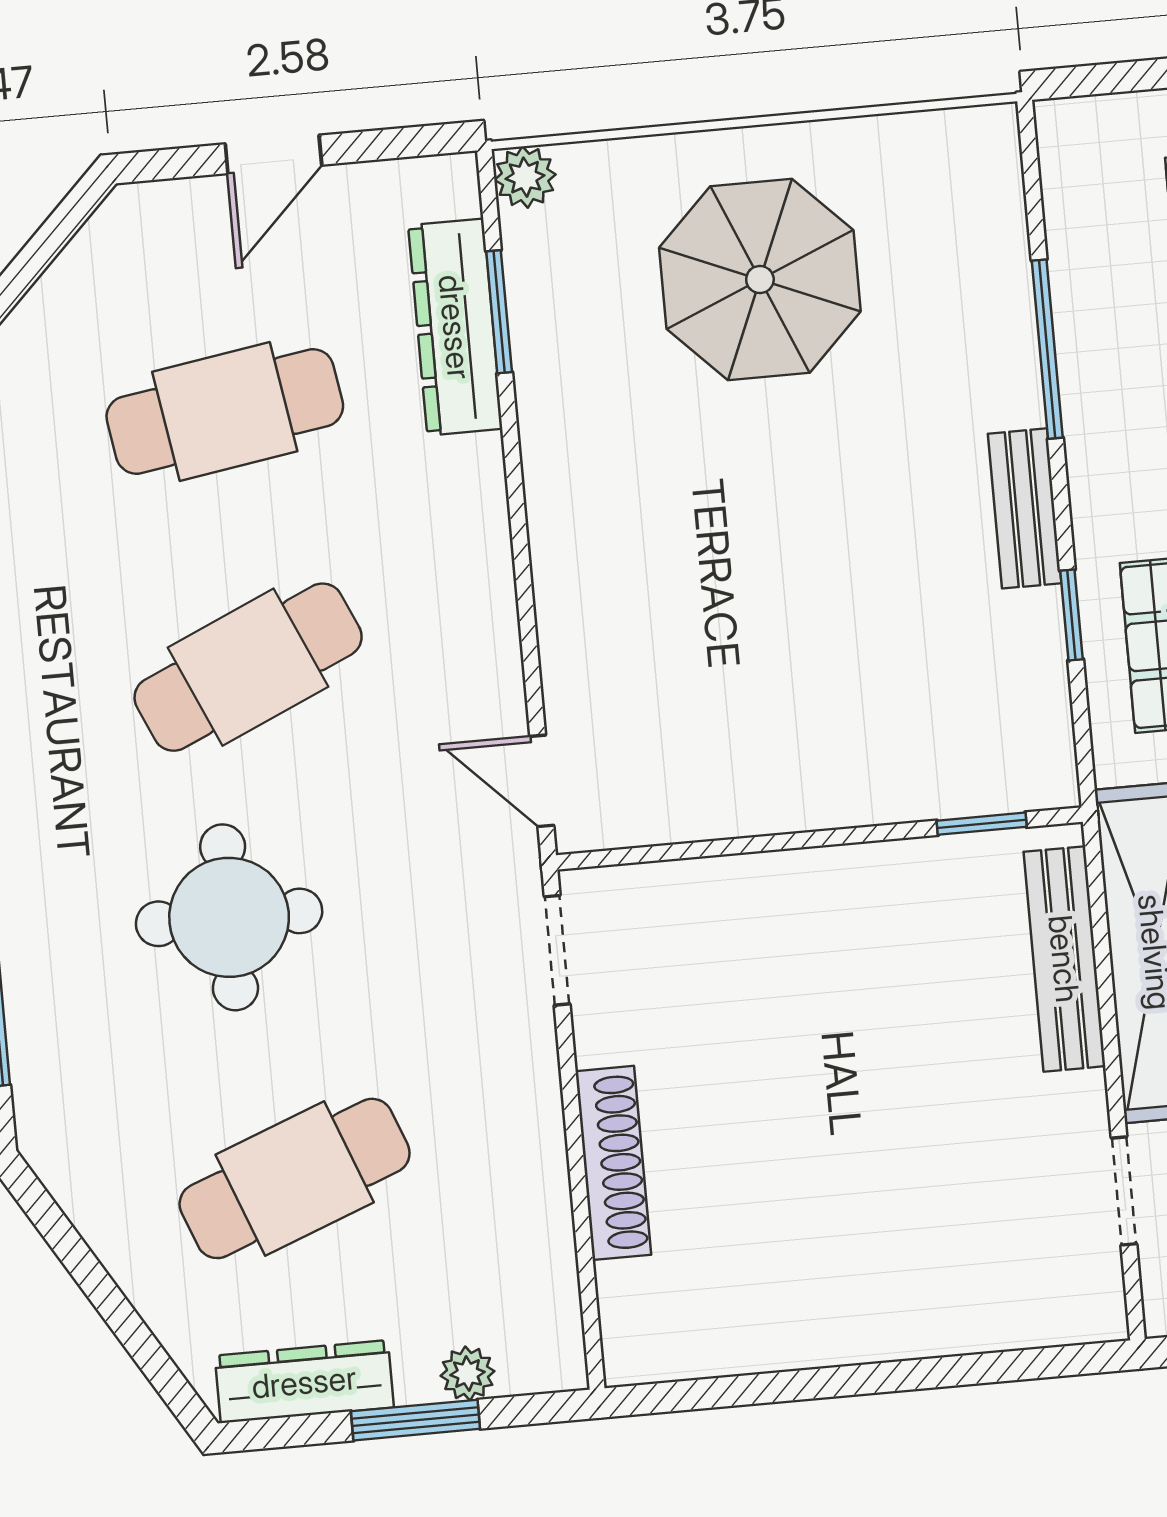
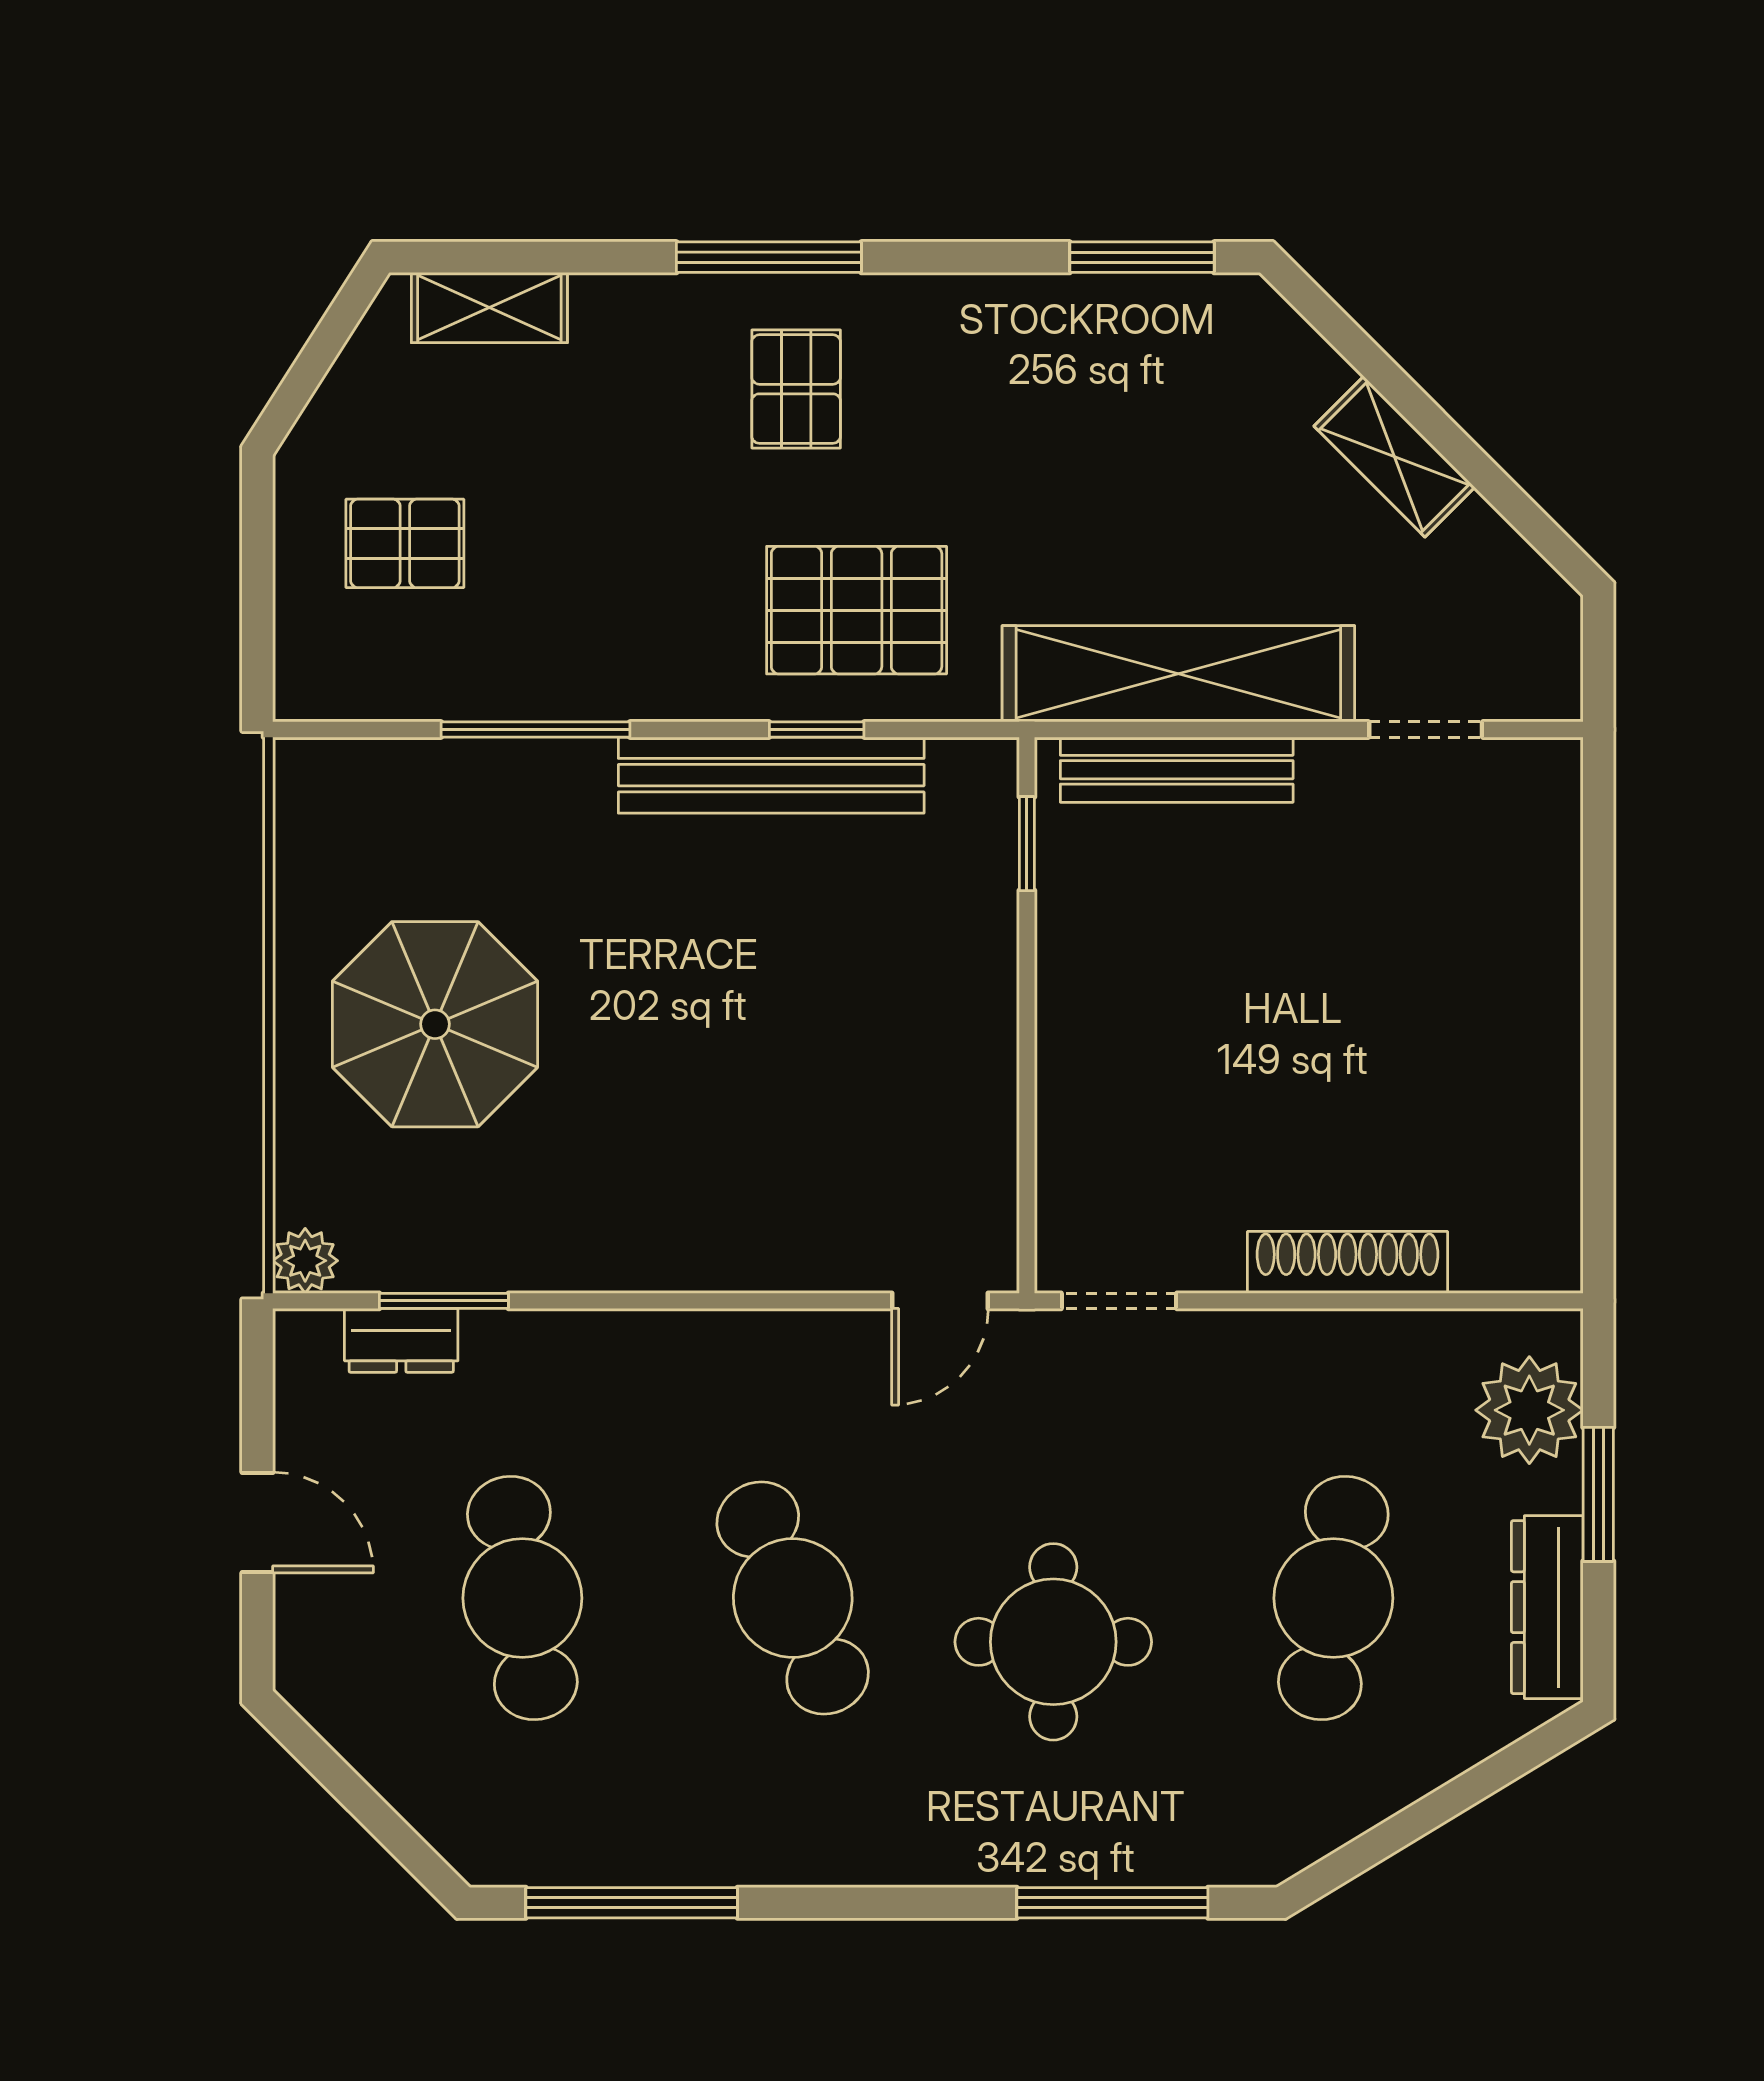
dresser: (455, 327) -> (401, 1340), width x0.51, depth x0.80
bench: (1025, 508) -> (771, 775), width x1.86, depth x1.21
cafe table: (295, 1178) -> (1333, 1598), turned 30
plant: (468, 1374) -> (1529, 1410), width x1.88, depth x1.88

